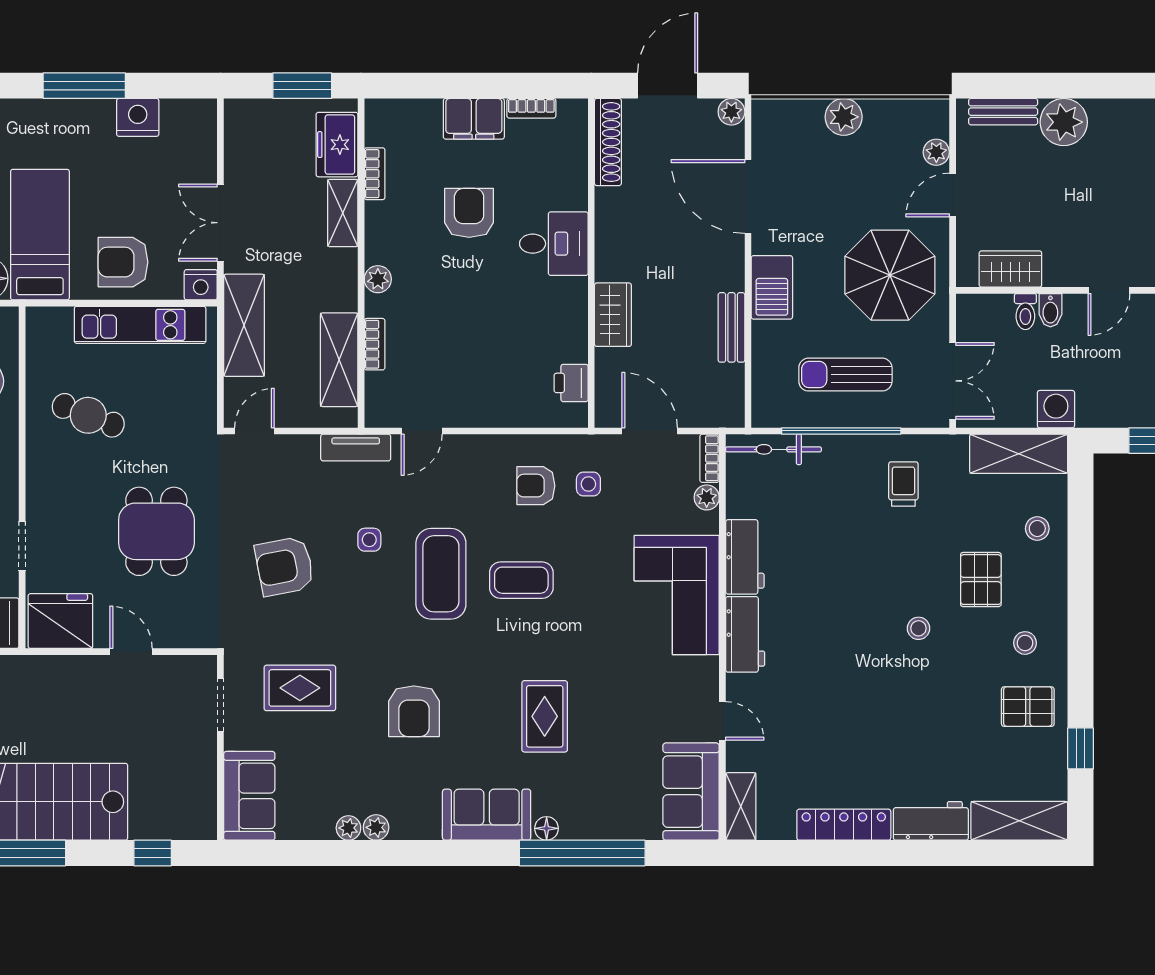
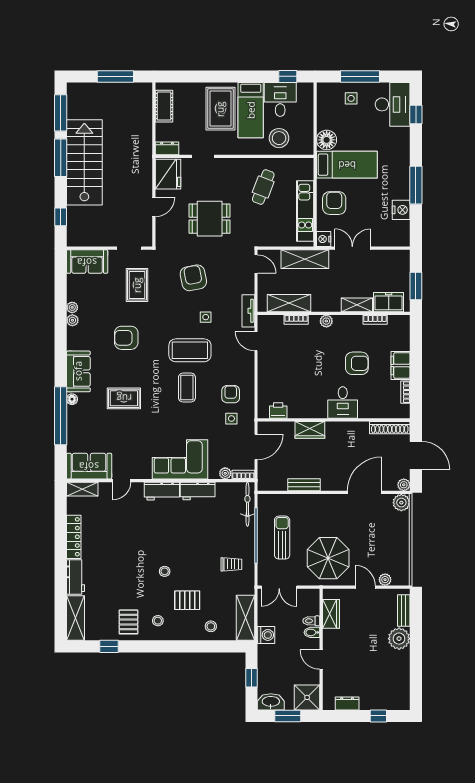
plant: (844, 117) -> (401, 503), moved
barbecue: (772, 287) -> (322, 503), removed

